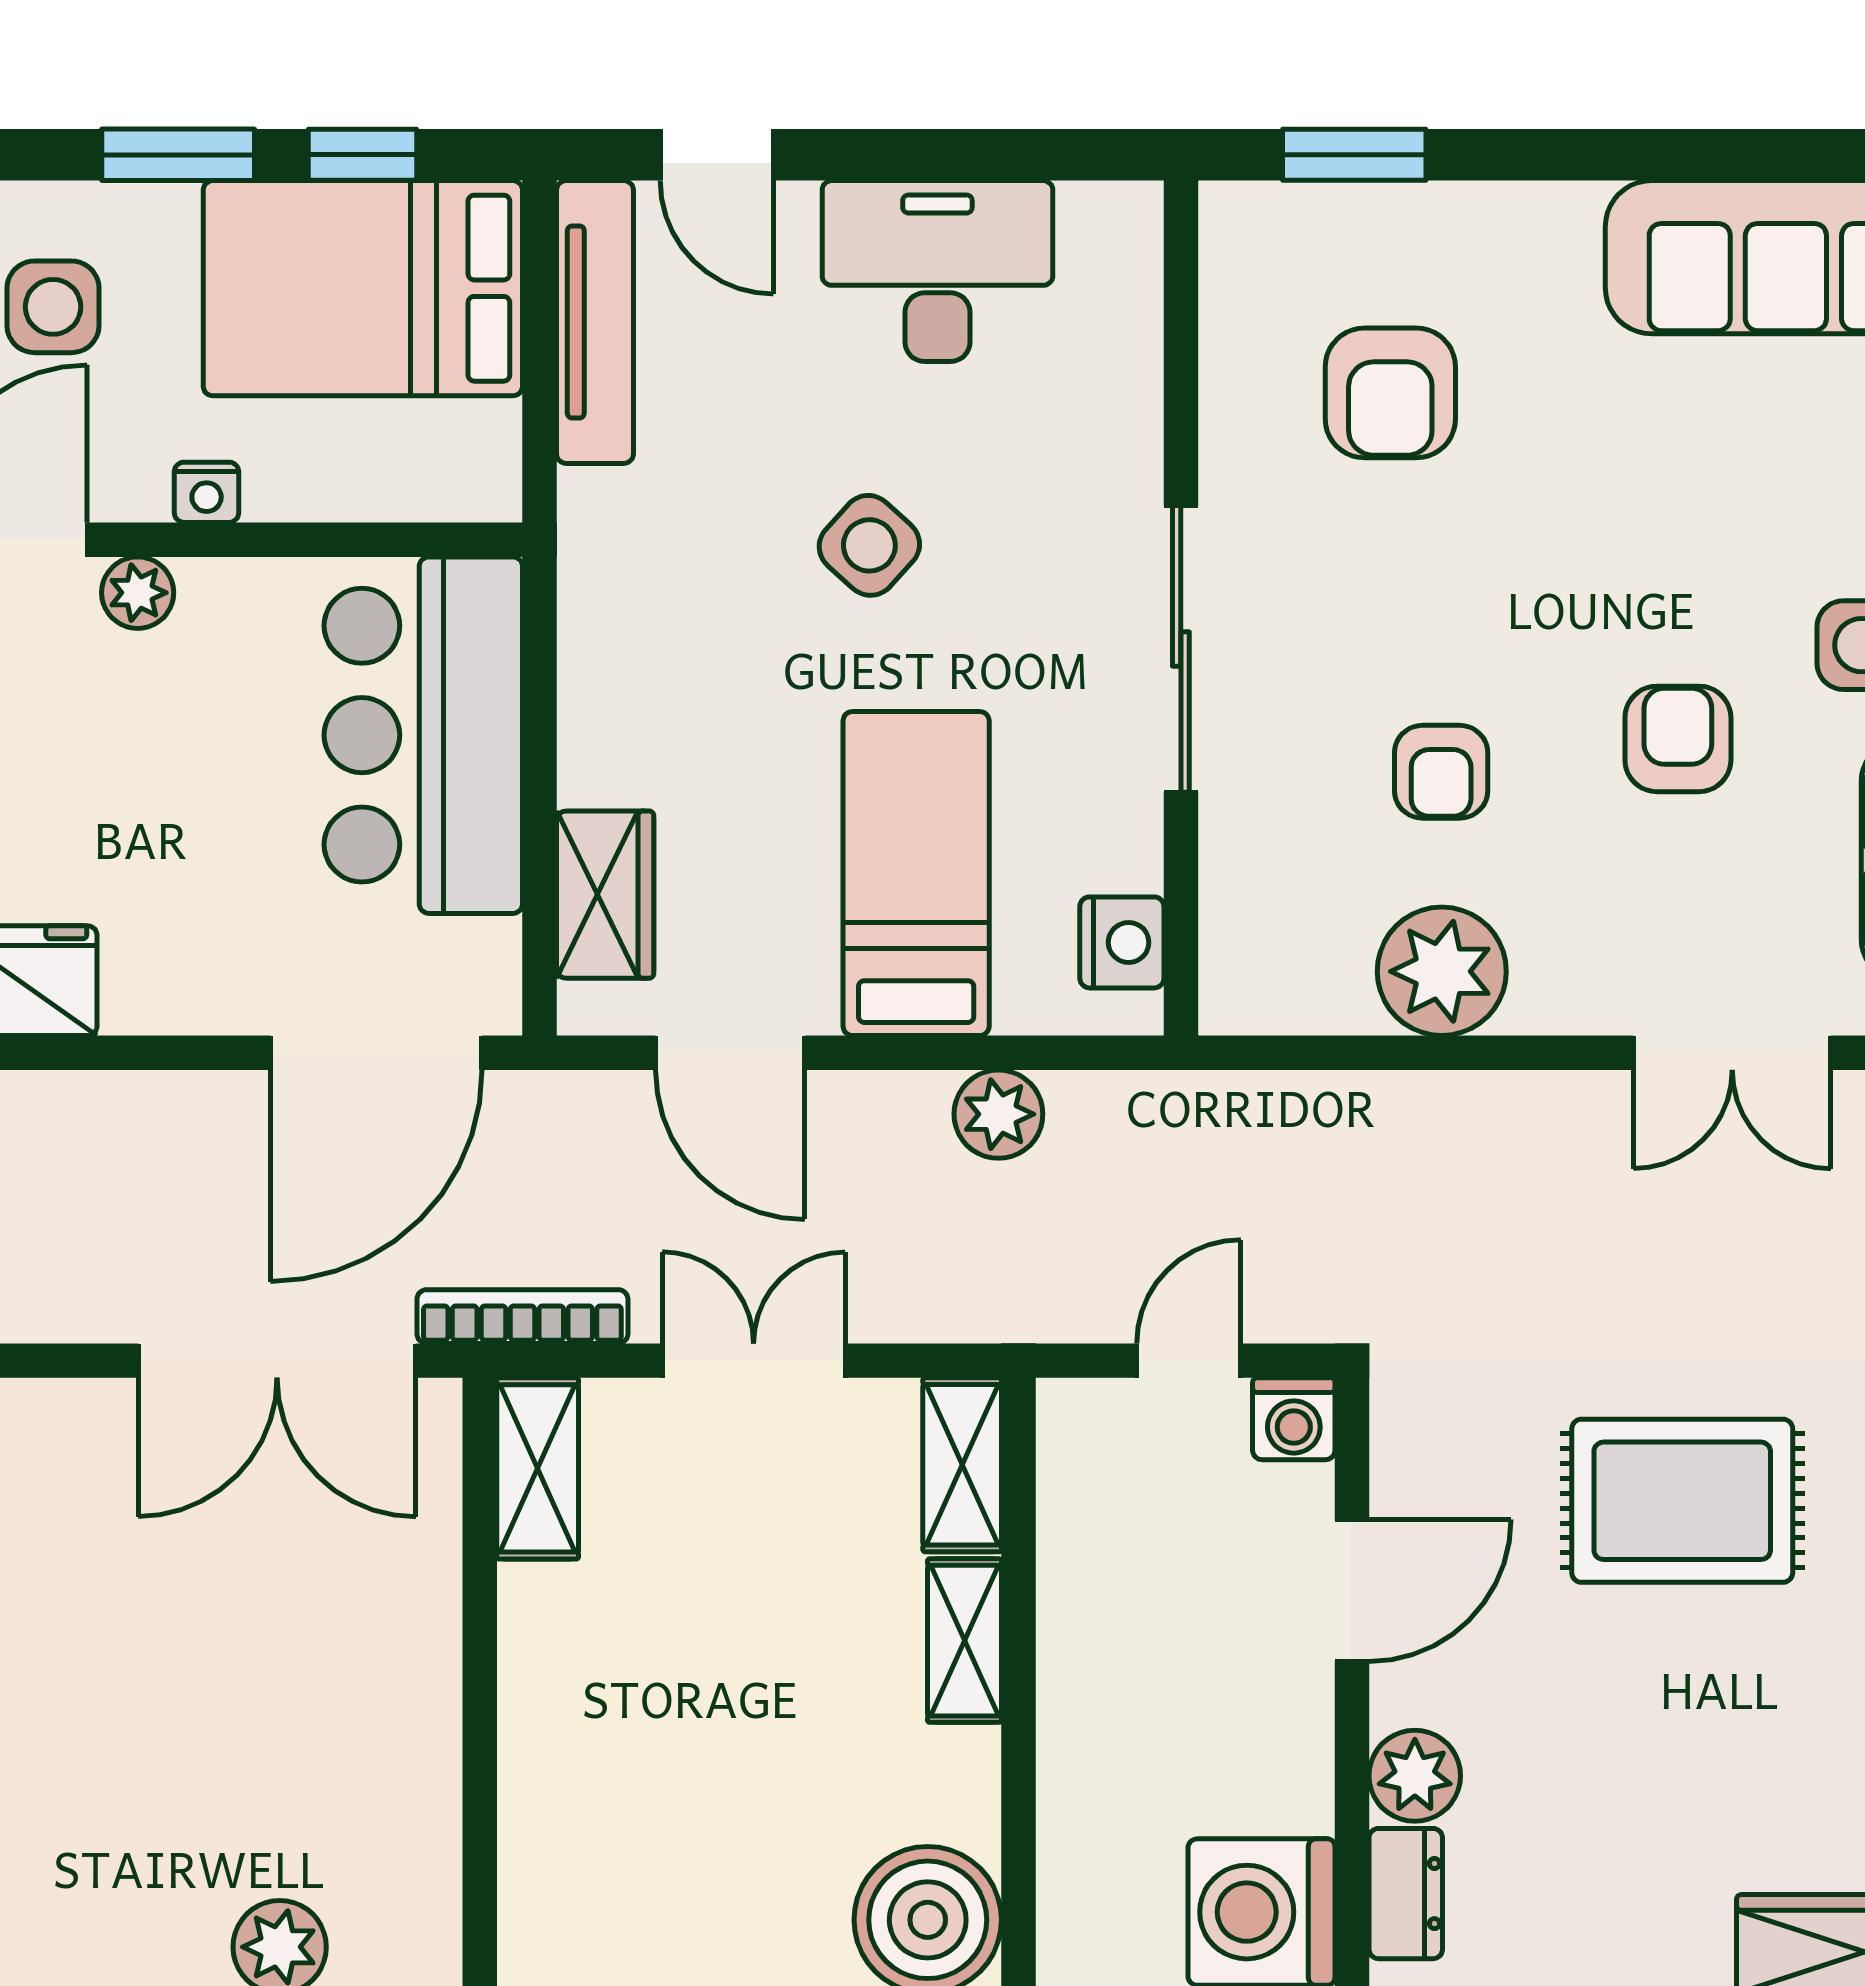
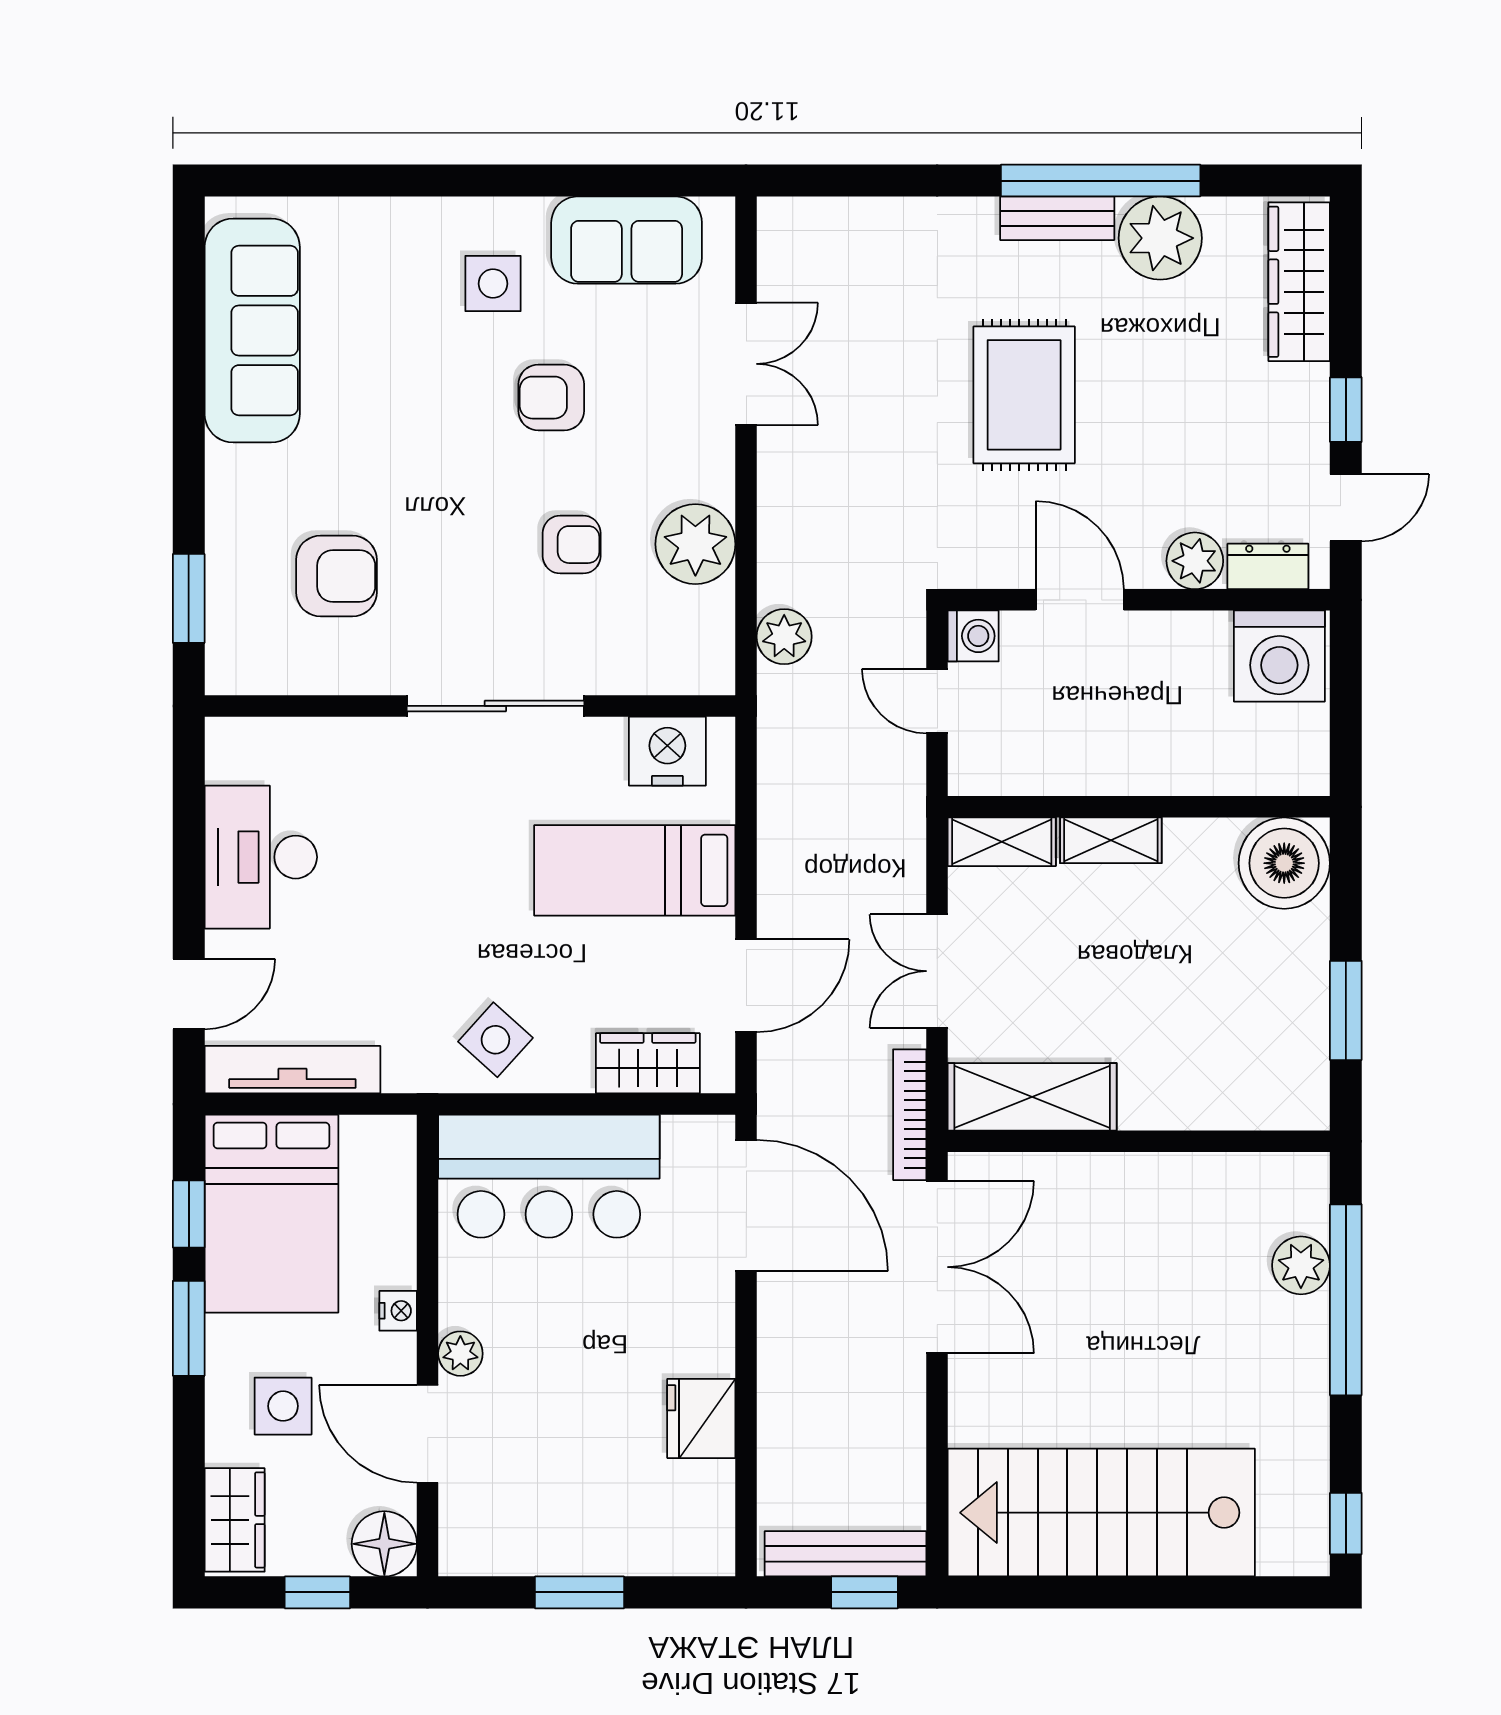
side table: (869, 545) -> (495, 1040), moved
nightstand: (1122, 942) -> (667, 751), width x1.36, depth x1.33
plant: (998, 1114) -> (784, 637), moved
shelving: (538, 1468) -> (1032, 1097), width x1.50, depth x1.33

